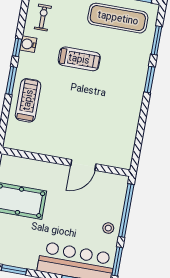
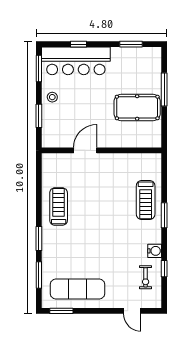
window: (17, 47) -> (164, 269), moved
treadmill: (79, 59) -> (59, 207), moved, turned 90
window: (126, 211) -> (39, 116), width x0.47

